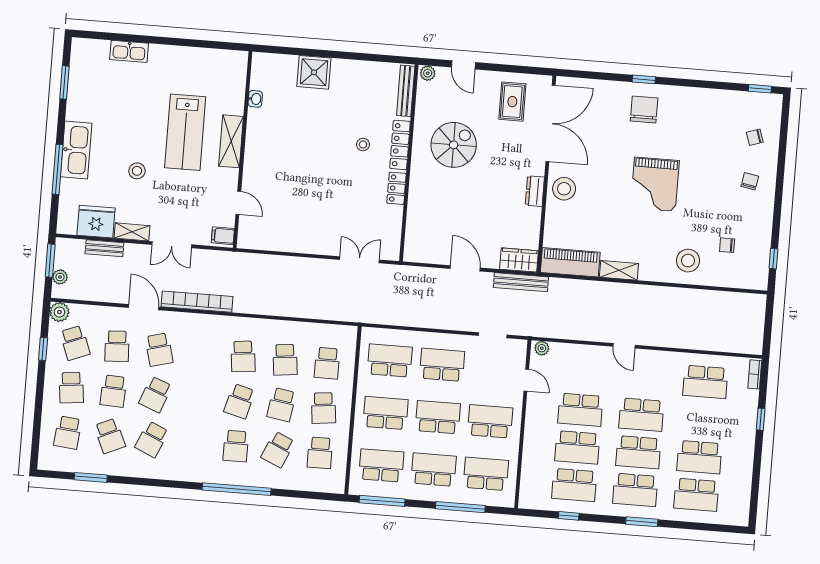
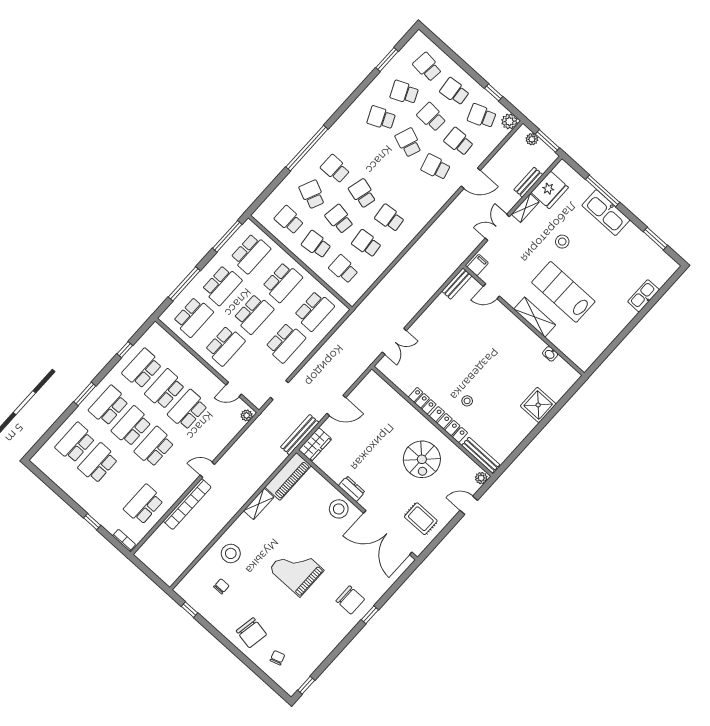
chair: (750, 181) -> (251, 633), width x1.87, depth x1.87
bench: (257, 242) -> (457, 284), added
bookcase: (197, 302) -> (187, 504), moved
school desk: (152, 439) -> (381, 118), turned -48

